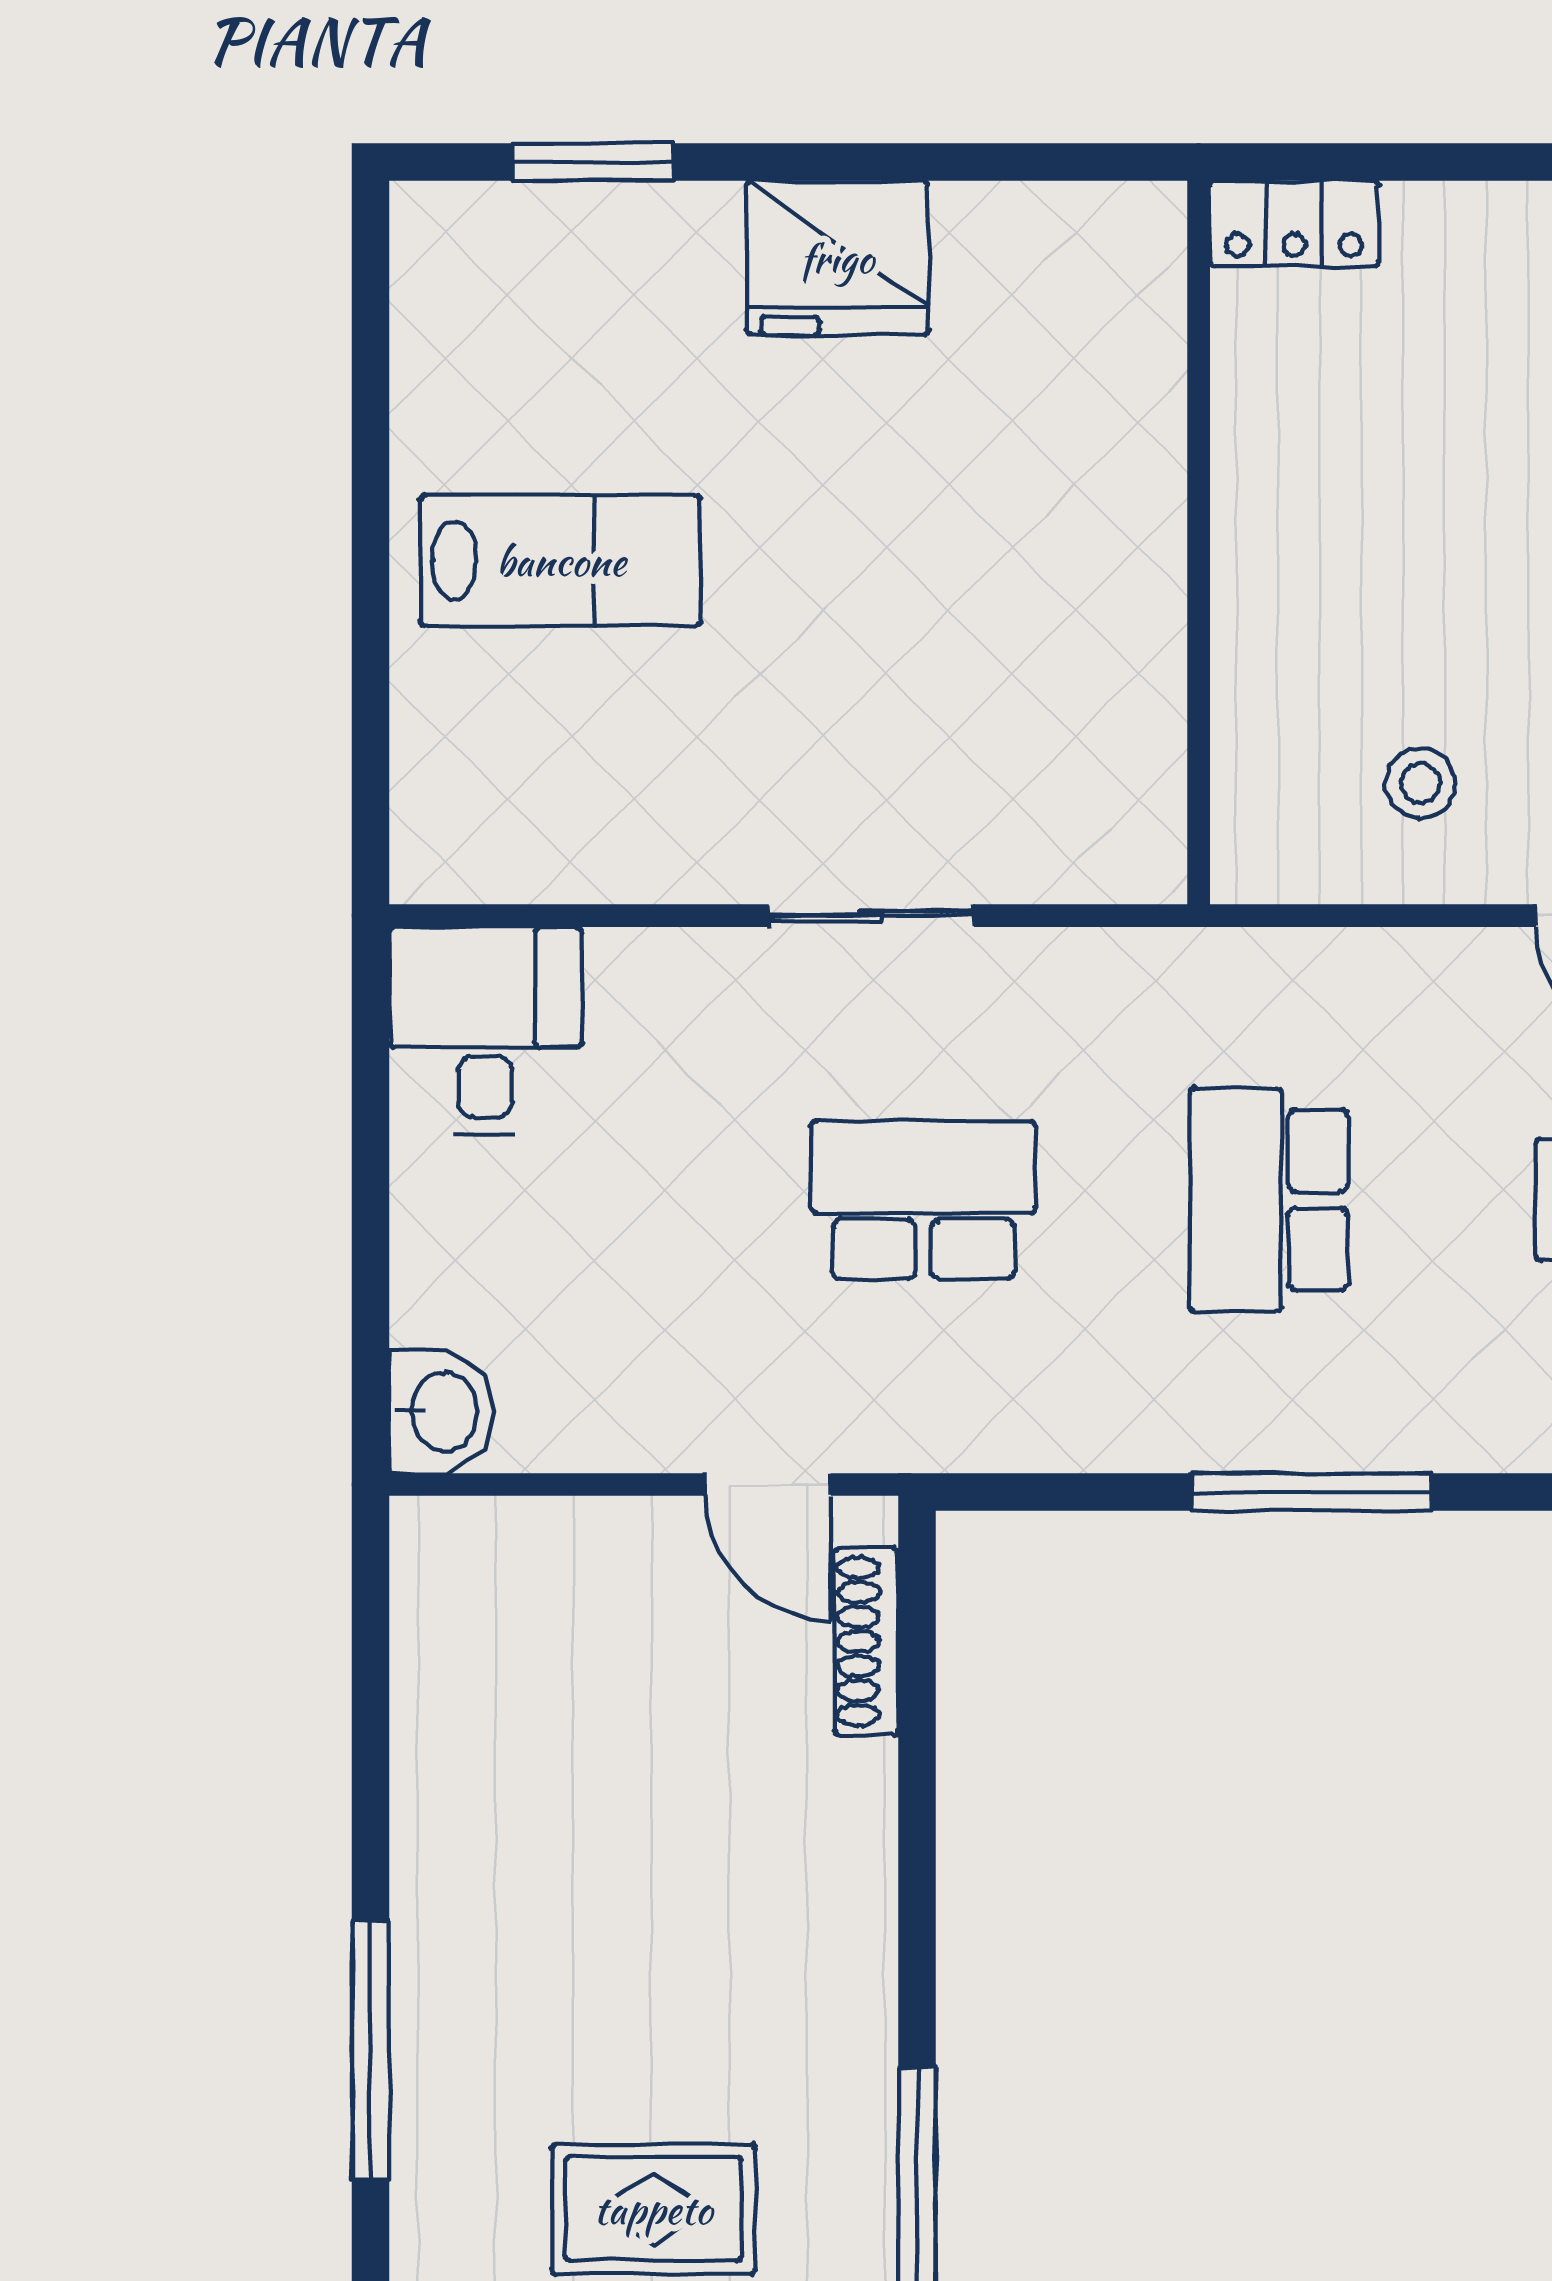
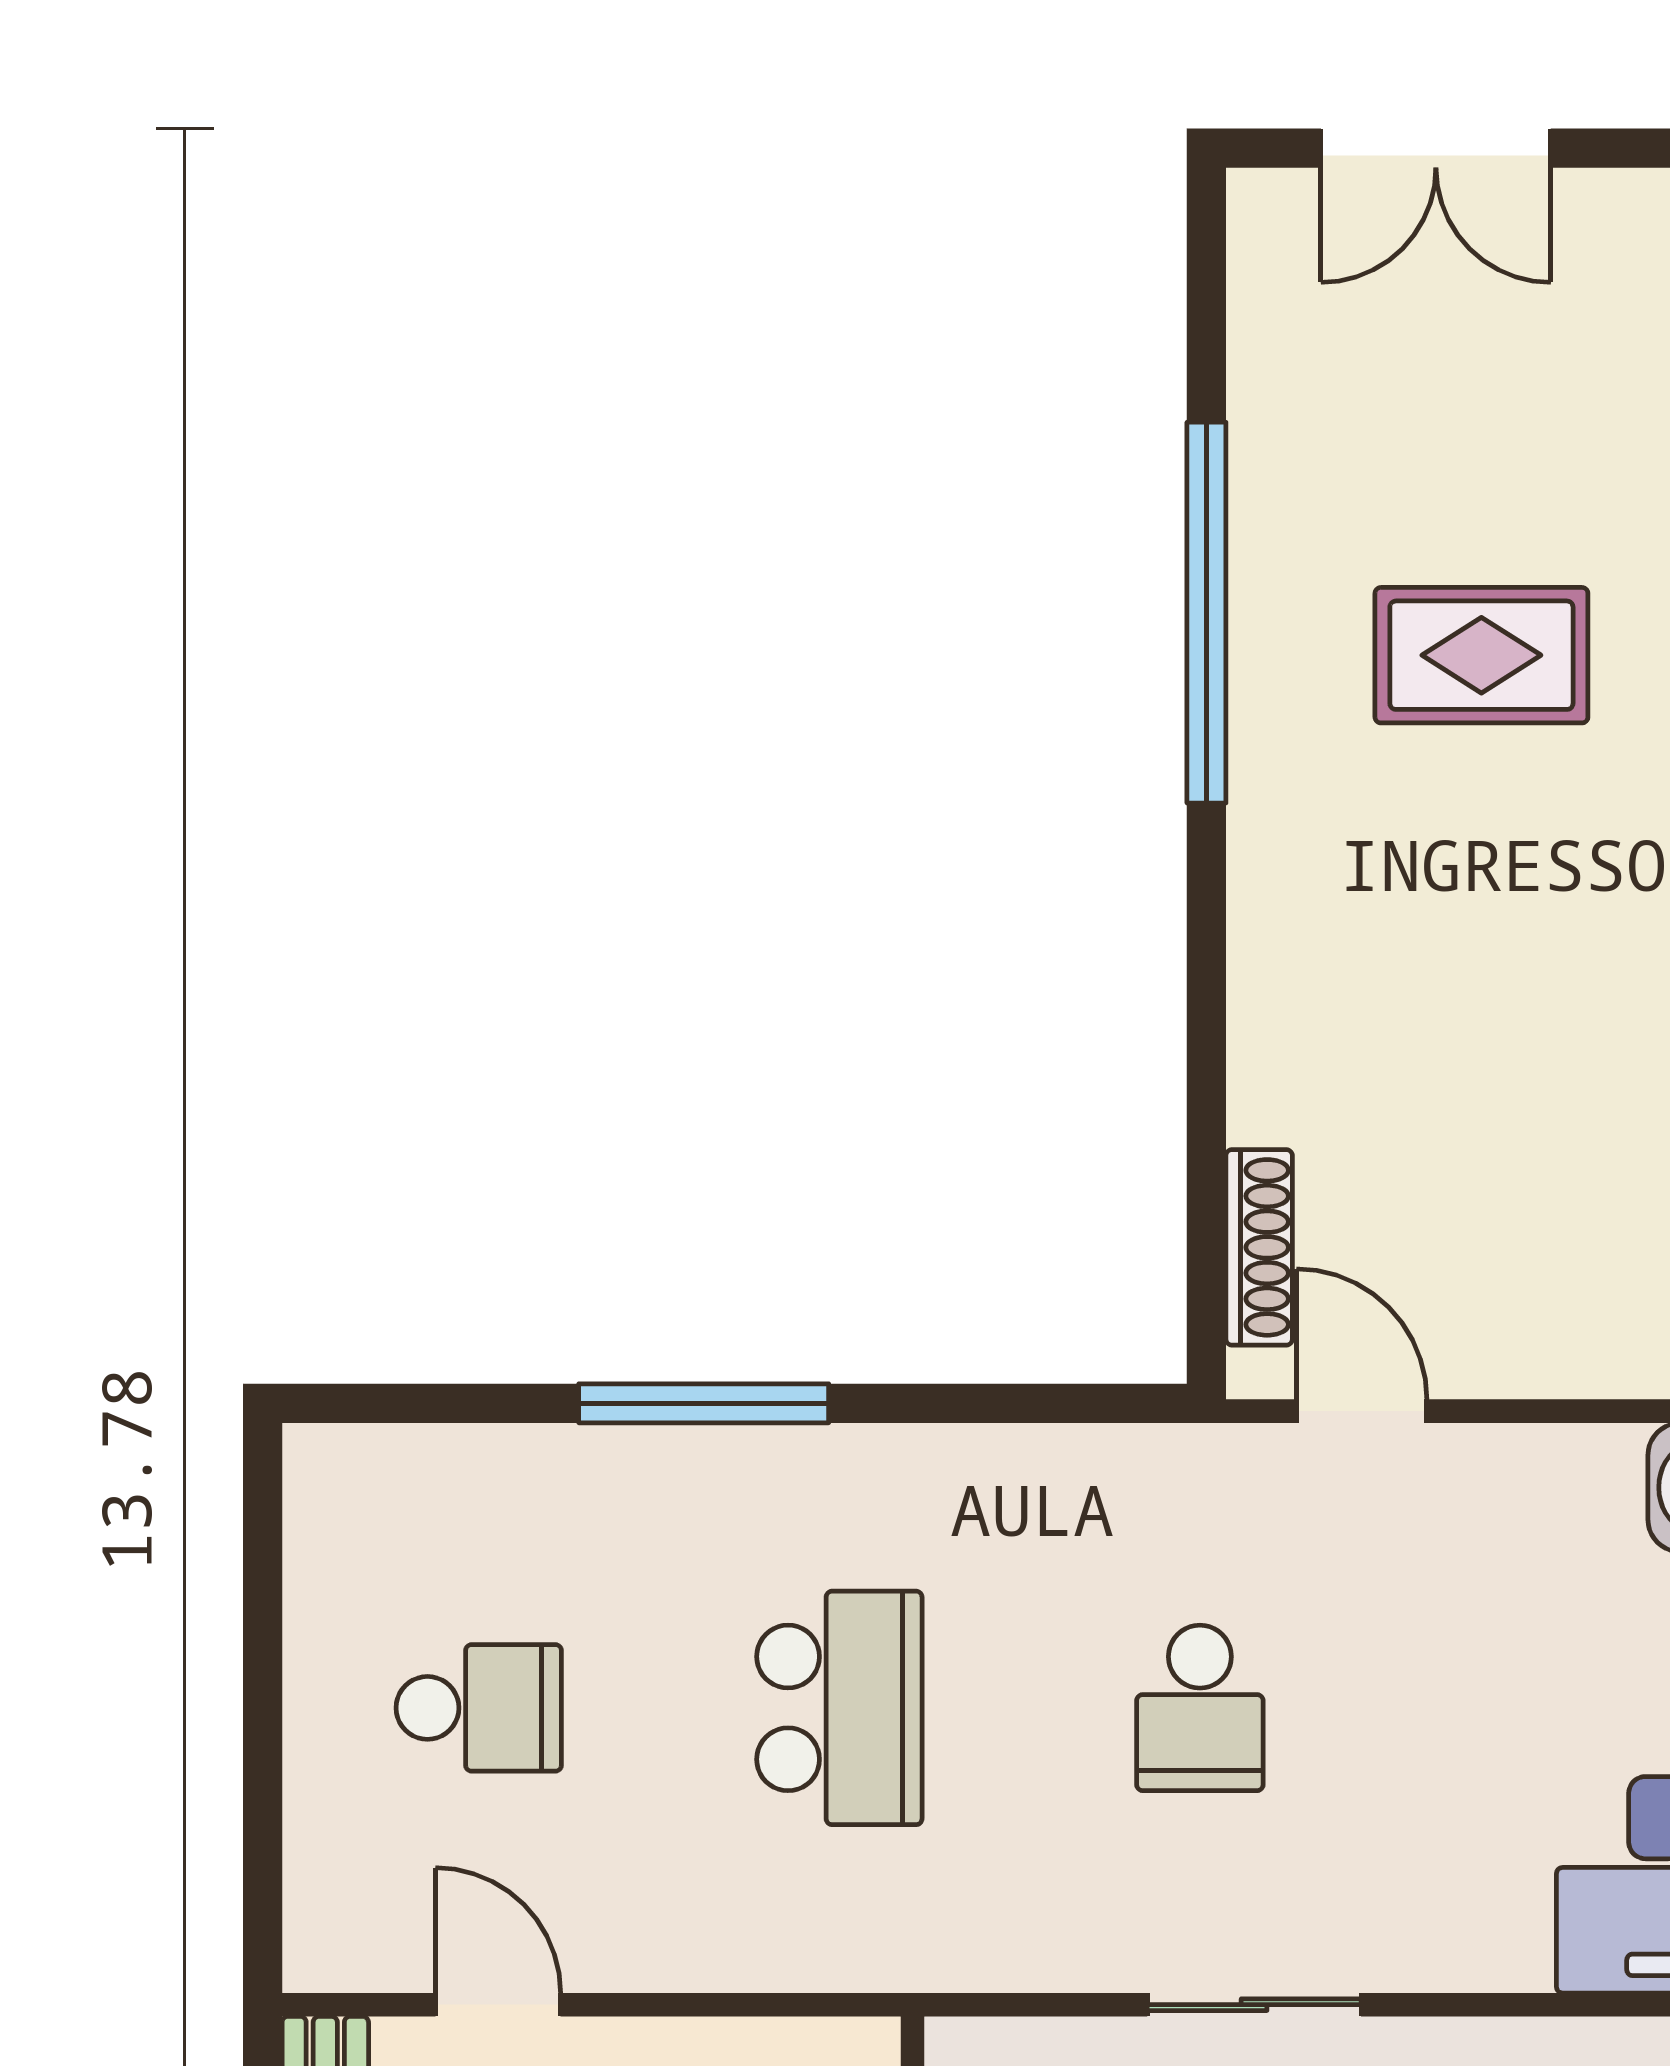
school desk: (923, 1200) -> (1200, 1708), width x0.54
window: (1312, 1492) -> (704, 1403), moved

